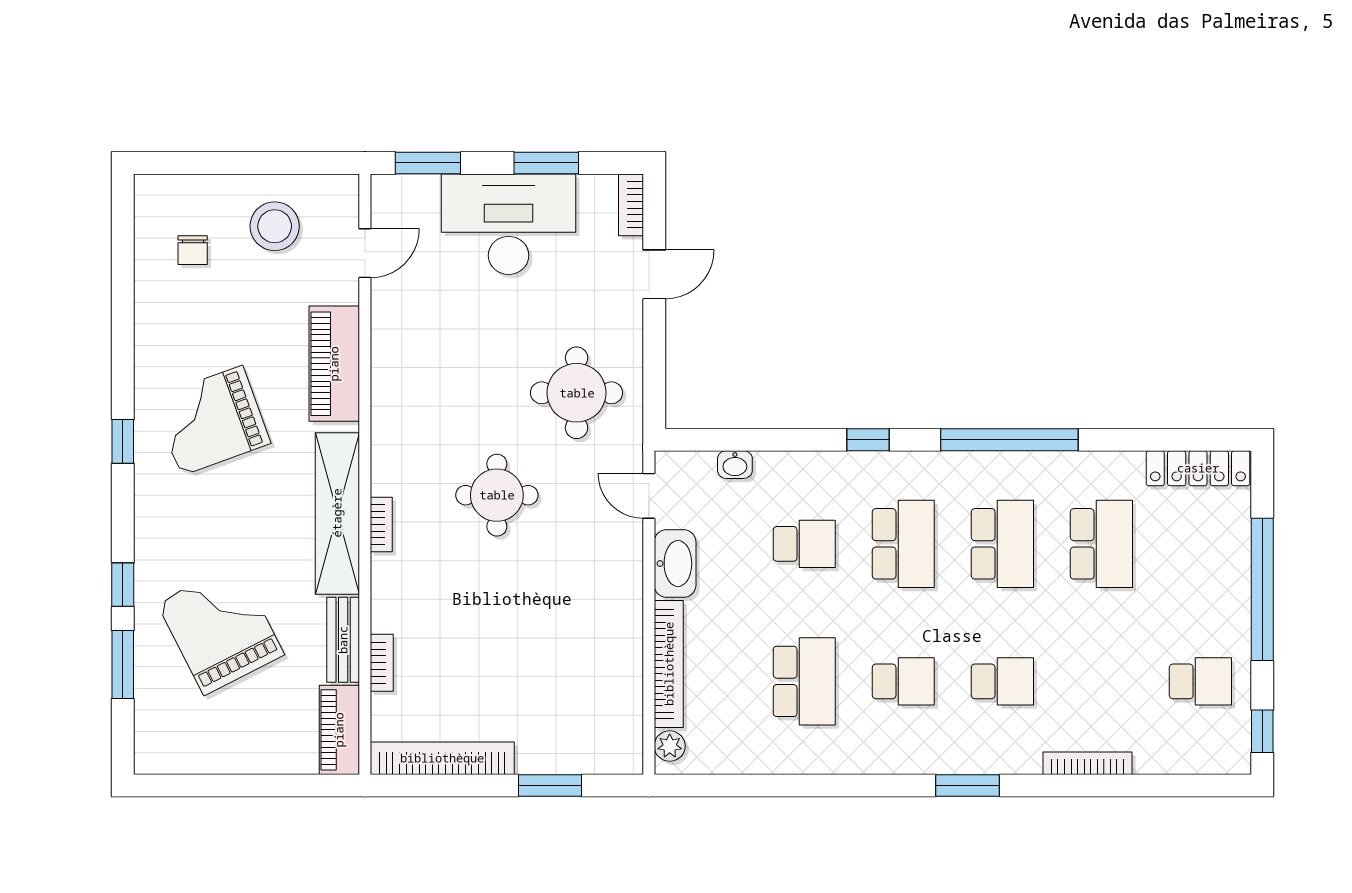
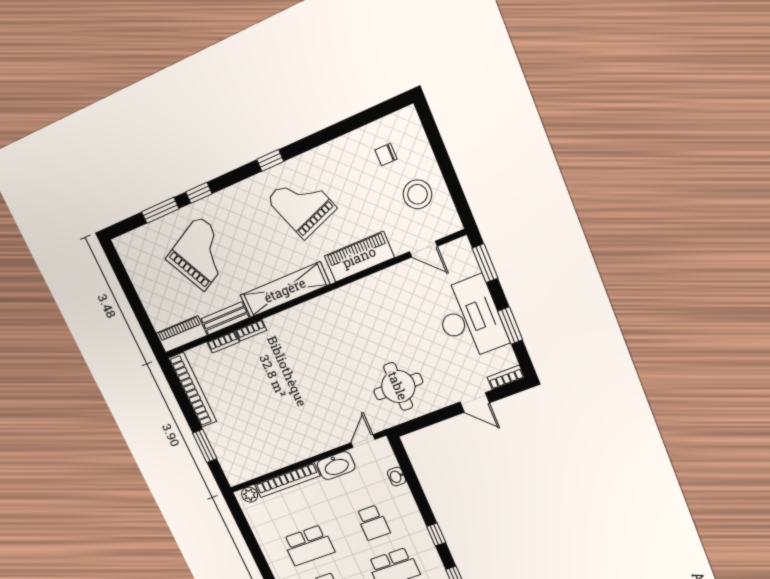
round table: (497, 495) -> (330, 367), removed
bookcase: (381, 525) -> (251, 330), moved

